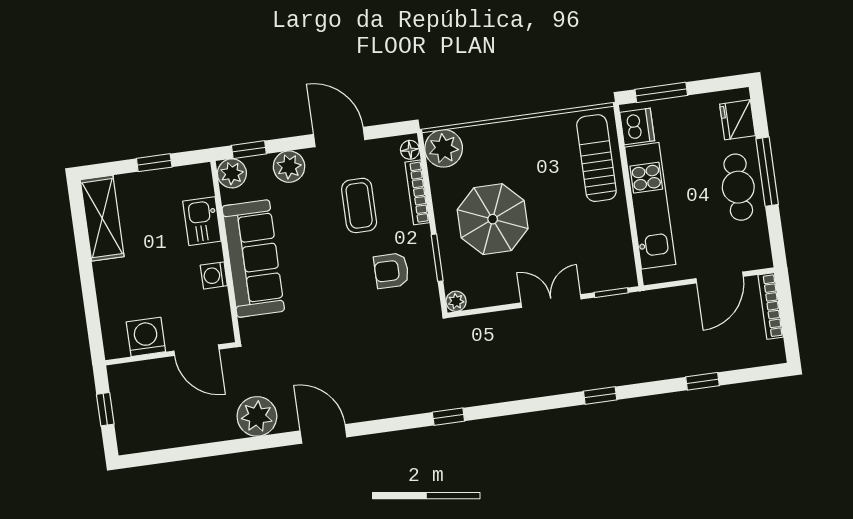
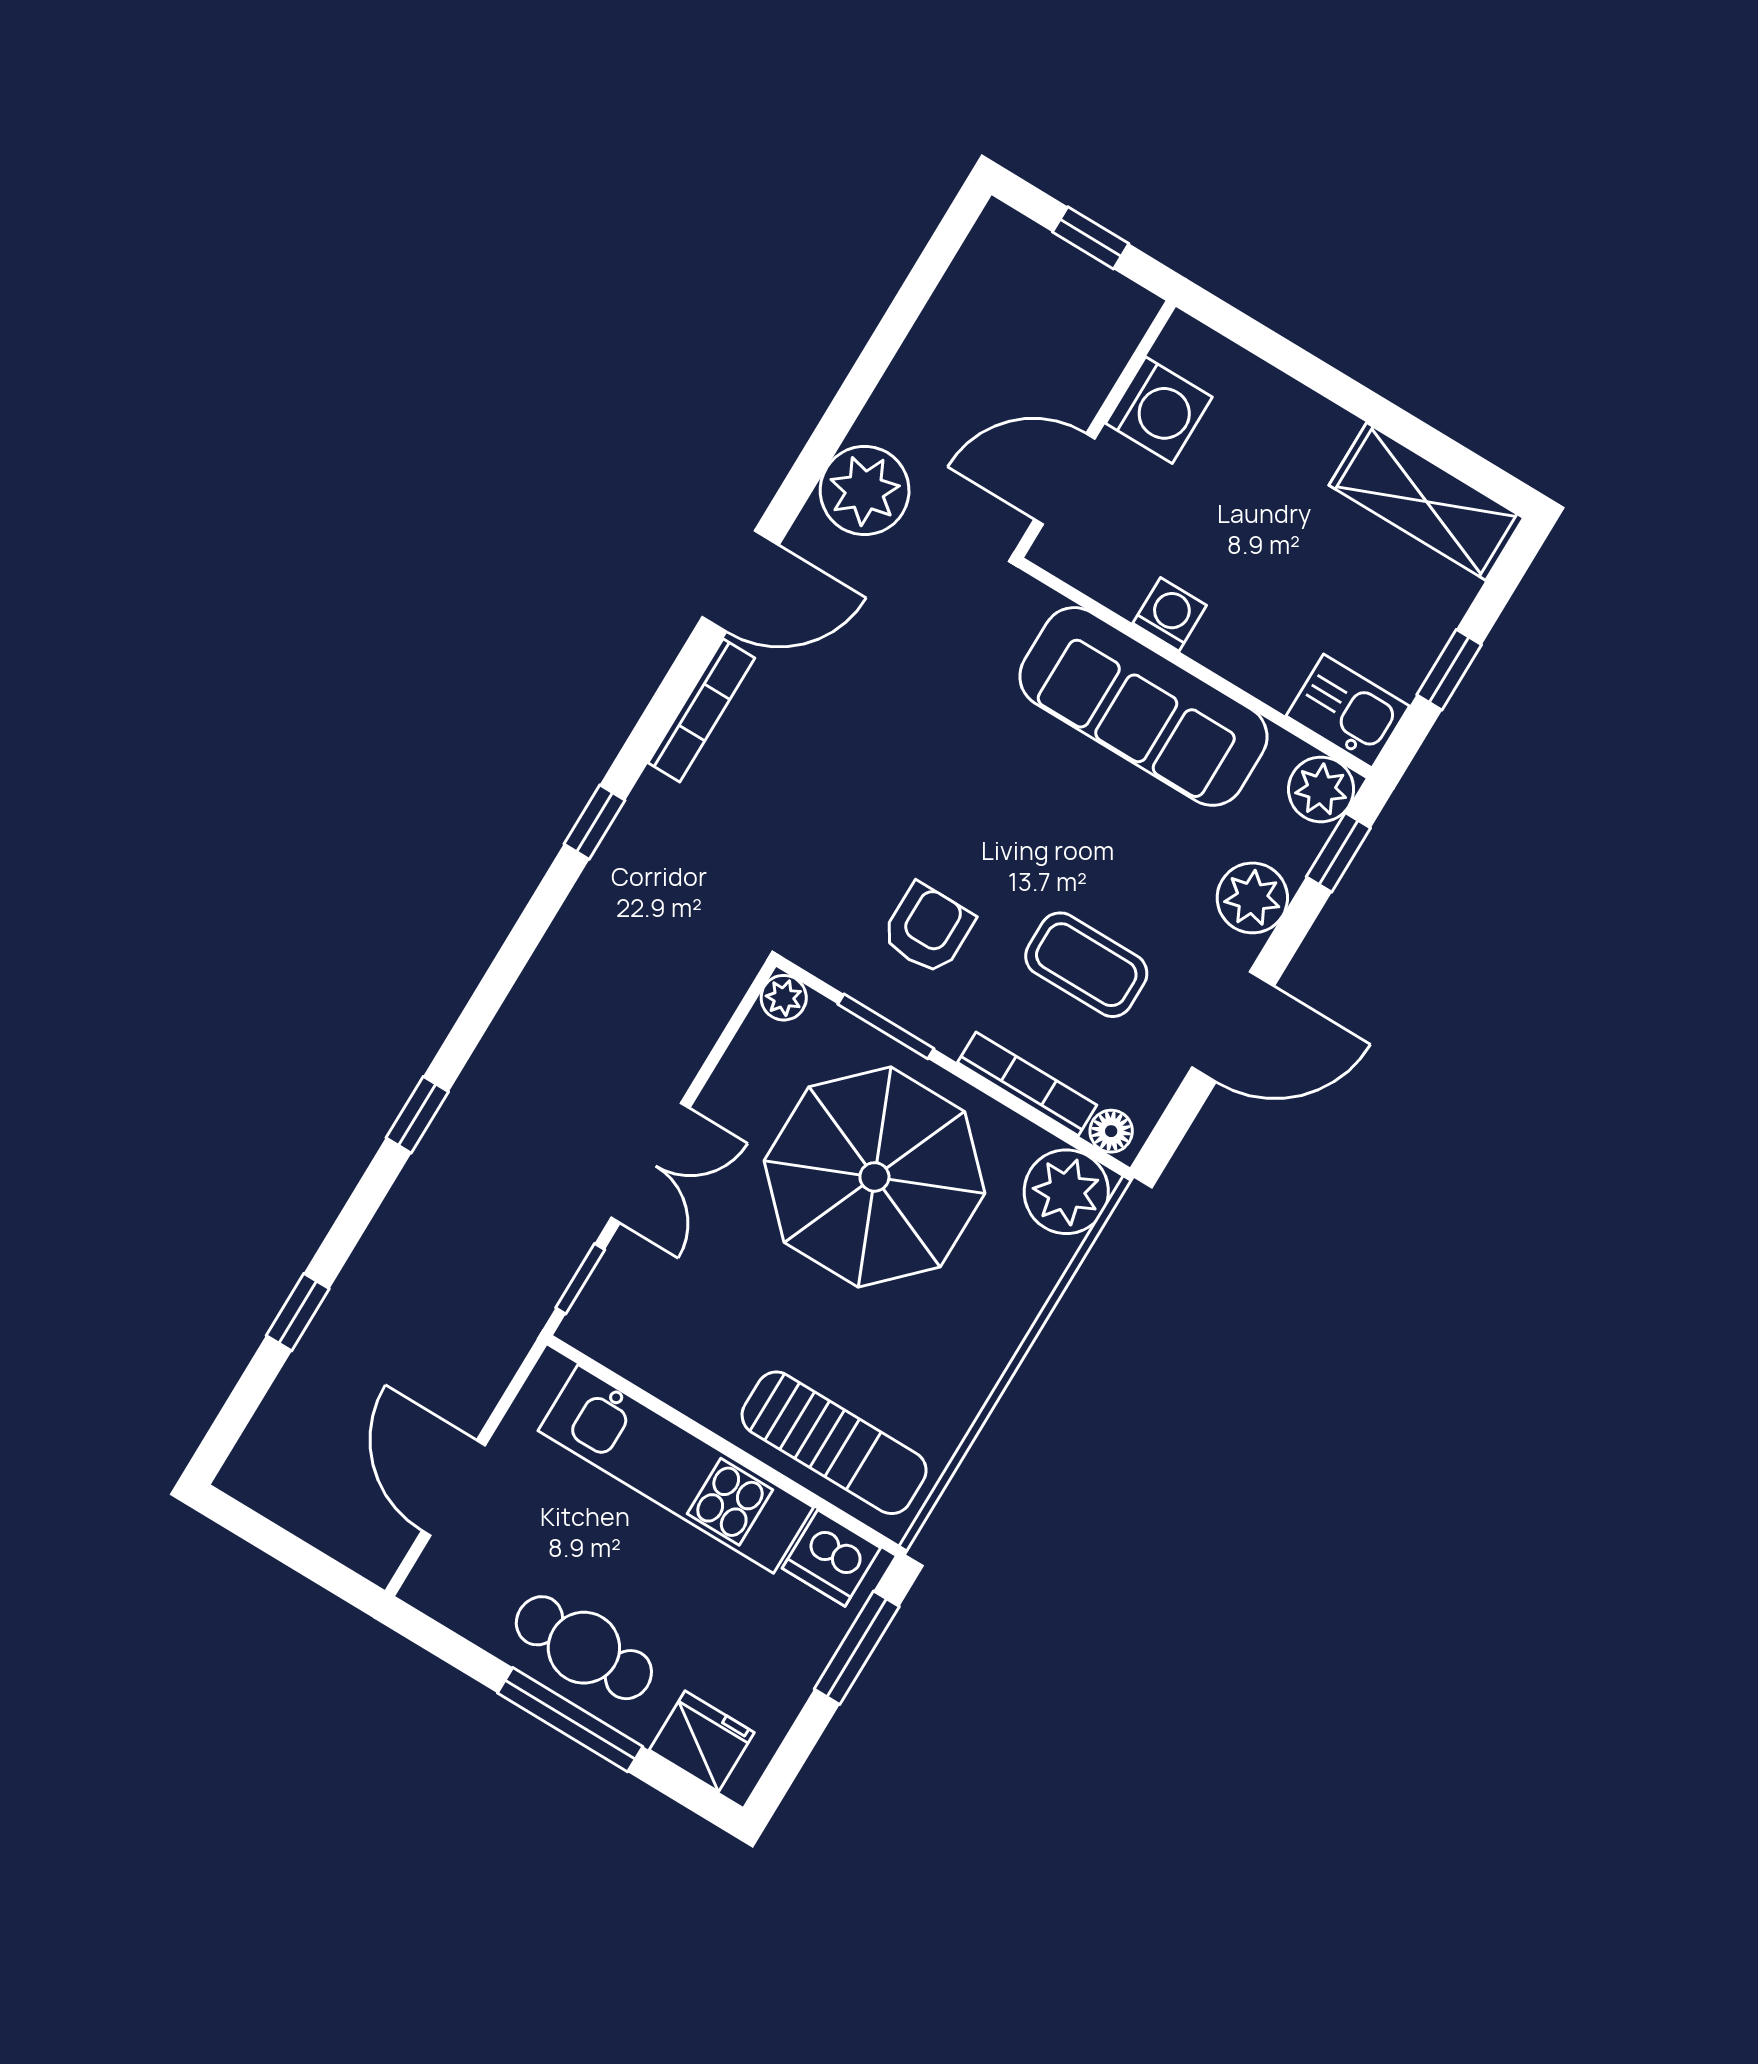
parasol: (493, 219) -> (874, 1177), width x1.36, depth x1.36
kitchen sink: (202, 221) -> (1348, 711), moved
bookcase: (771, 306) -> (701, 710), moved, turned 90

